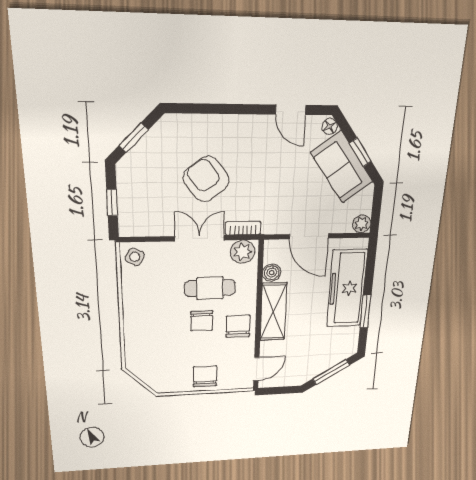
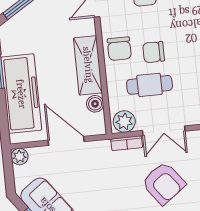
chair: (202, 321) -> (154, 52), turned -90

